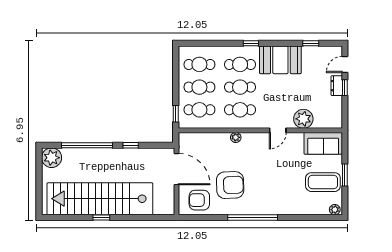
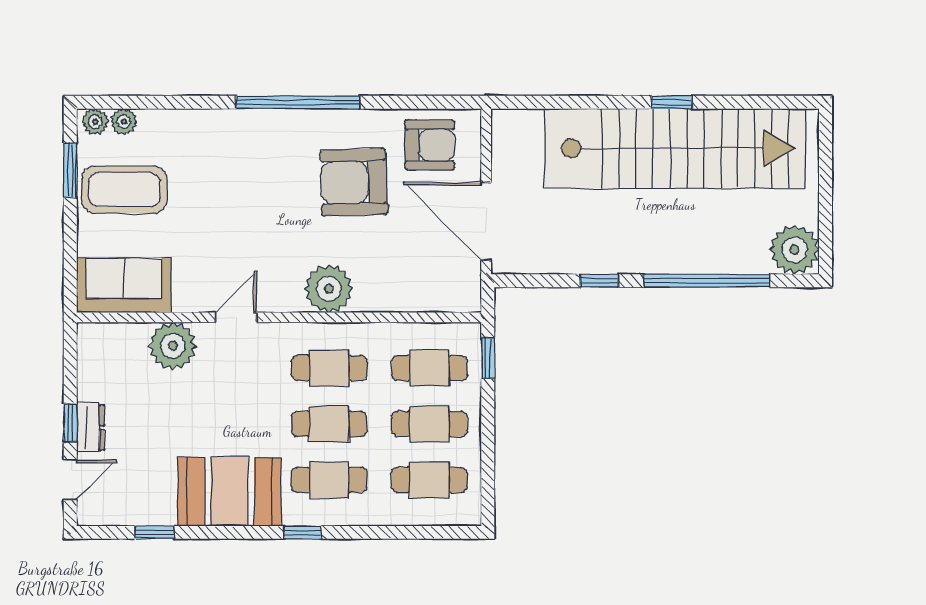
plant: (236, 137) -> (329, 289), width x1.87, depth x1.87
window: (345, 175) -> (70, 170), moved
plant: (323, 210) -> (124, 122), added

